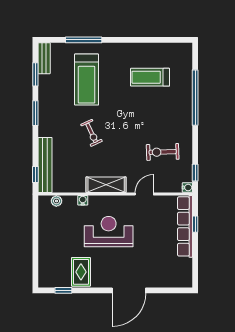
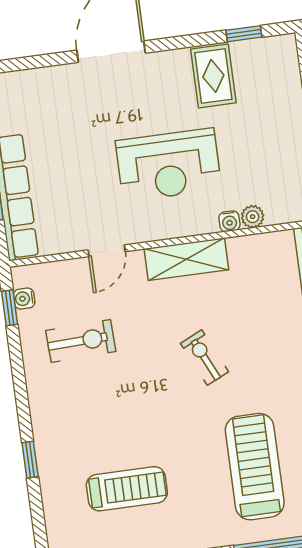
window: (195, 98) -> (30, 460), width x0.32
exercise bike: (92, 133) -> (204, 358), moved
water cooler: (187, 188) -> (24, 299), moved
plant: (56, 201) -> (253, 217), moved

